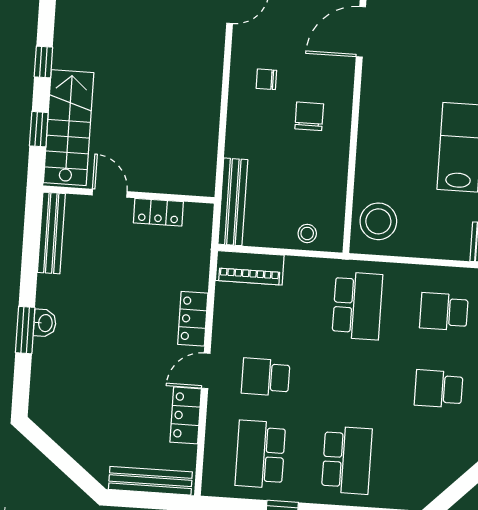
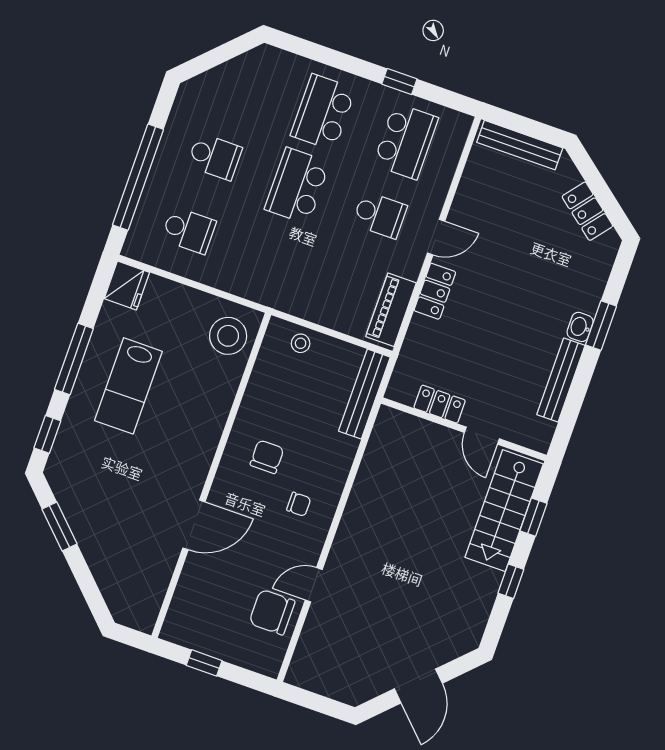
chair: (309, 116) -> (267, 457), turned 180
bench: (51, 233) -> (561, 380), moved
piano: (250, 268) -> (391, 310), moved, turned -90
school desk: (357, 306) -> (297, 186), moved
locker: (186, 415) -> (587, 211), moved, turned 129

